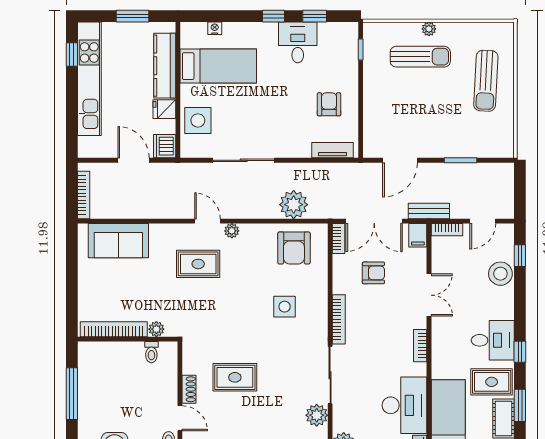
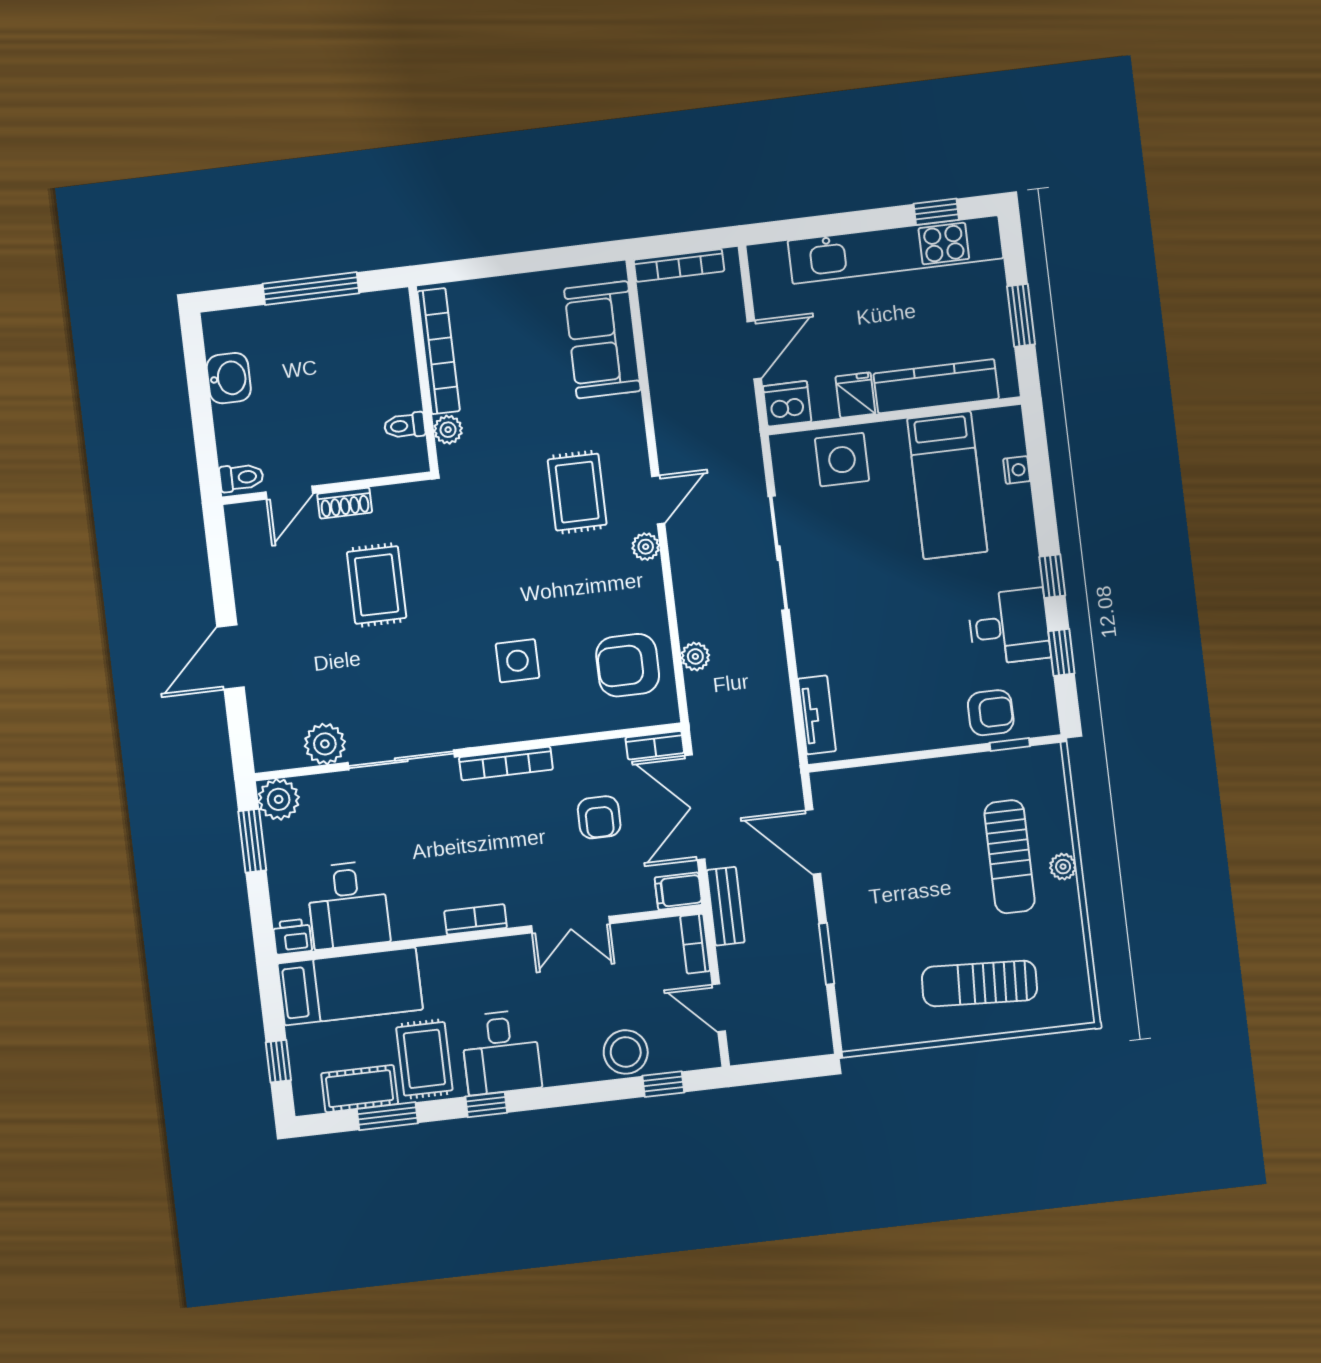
armchair: (329, 104) -> (991, 713), moved
plant: (294, 205) -> (695, 656), width x0.53, depth x0.53
desk: (404, 405) -> (348, 905), width x0.73

